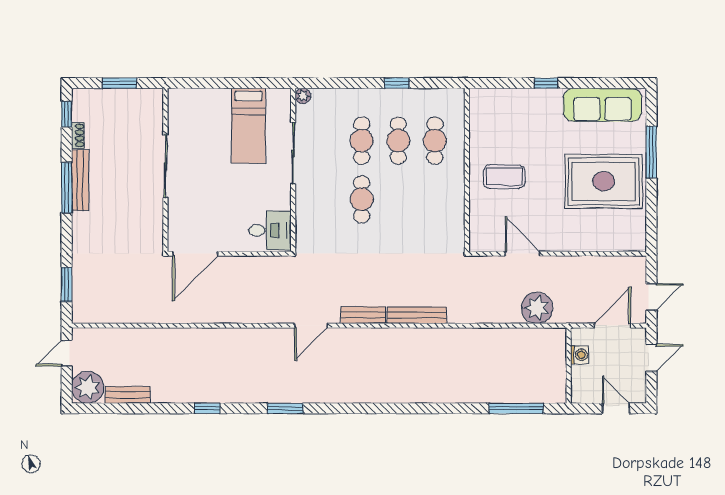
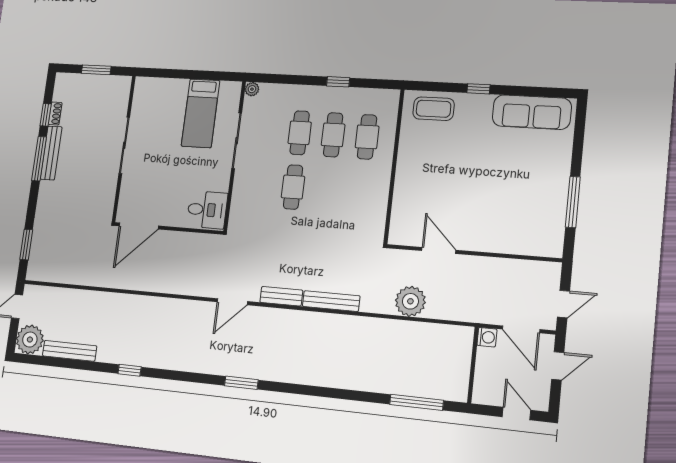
window: (67, 114) -> (46, 115), moved
window: (651, 152) -> (573, 202), moved
coffee table: (504, 177) -> (434, 109), moved
rug: (604, 181) -> (526, 186), removed
plant: (537, 308) -> (410, 301), moved
door: (612, 326) -> (521, 329), swing flipped
washing machine: (580, 355) -> (487, 337), moved
bench: (128, 395) -> (70, 351), width x1.36
window: (285, 408) -> (241, 383), moved

